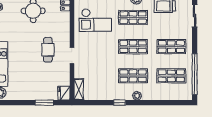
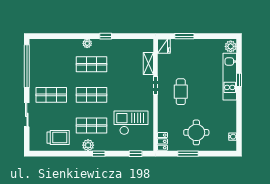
sliding door: (195, 16) -> (27, 115), moved
shop shelf: (171, 76) -> (51, 64), removed
shelving: (79, 89) -> (148, 64), moved

